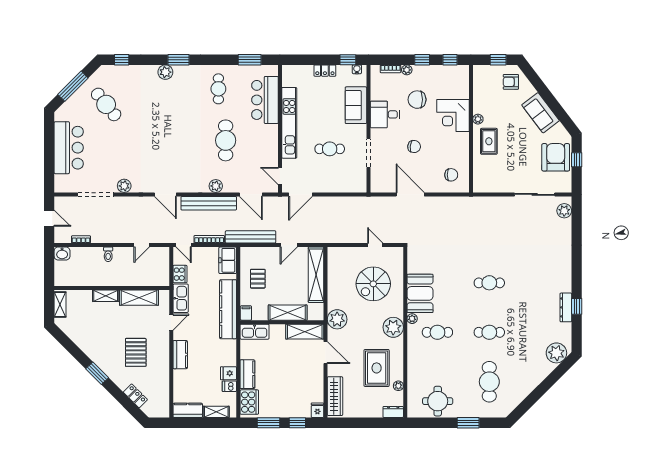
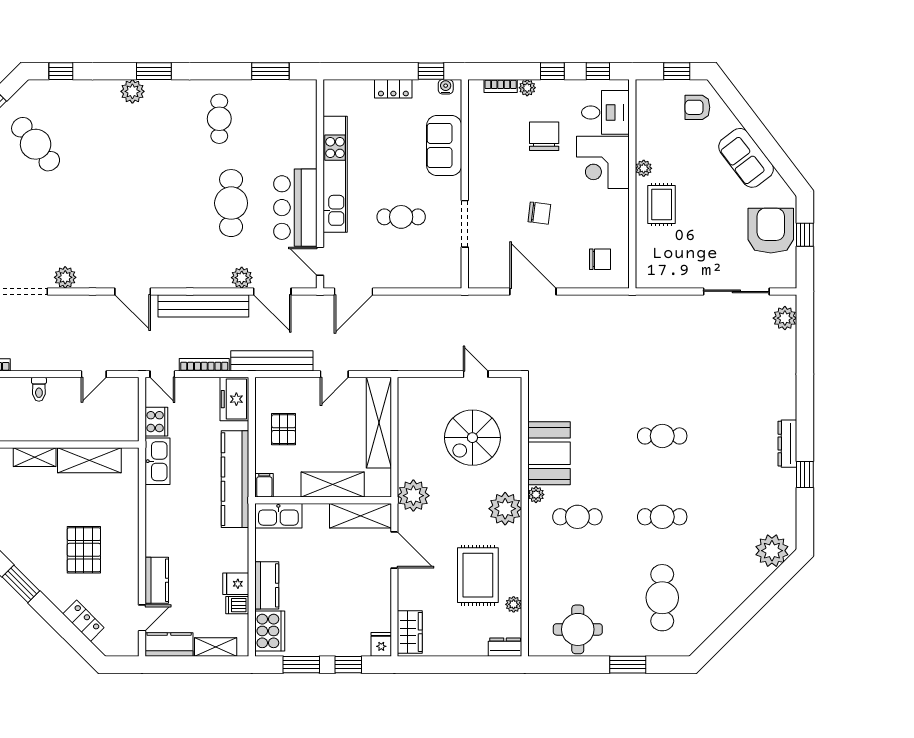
bar counter: (265, 100) -> (295, 208), moved
chair: (417, 100) -> (544, 136), turned 90
desk: (385, 114) -> (605, 112), moved, turned 180
plant: (216, 186) -> (242, 278), moved
dresser: (566, 307) -> (787, 444), moved
door: (171, 322) -> (142, 618), moved
kitchen counter: (180, 355) -> (157, 580), moved
wardrobe: (335, 396) -> (410, 632), width x0.67

